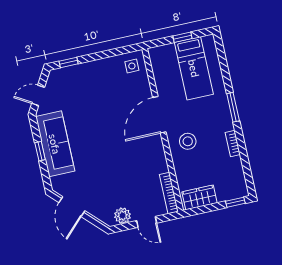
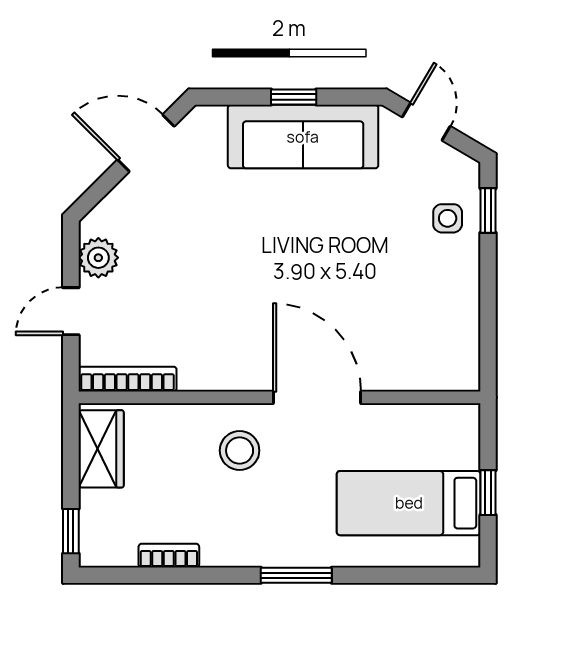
side table: (132, 66) -> (448, 218), moved
bookcase: (233, 144) -> (169, 556), moved

